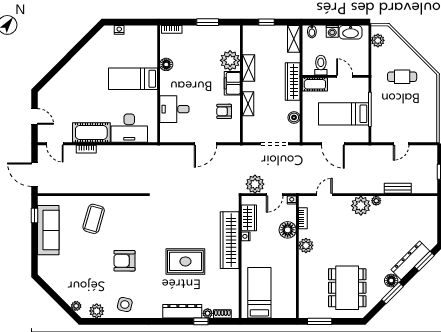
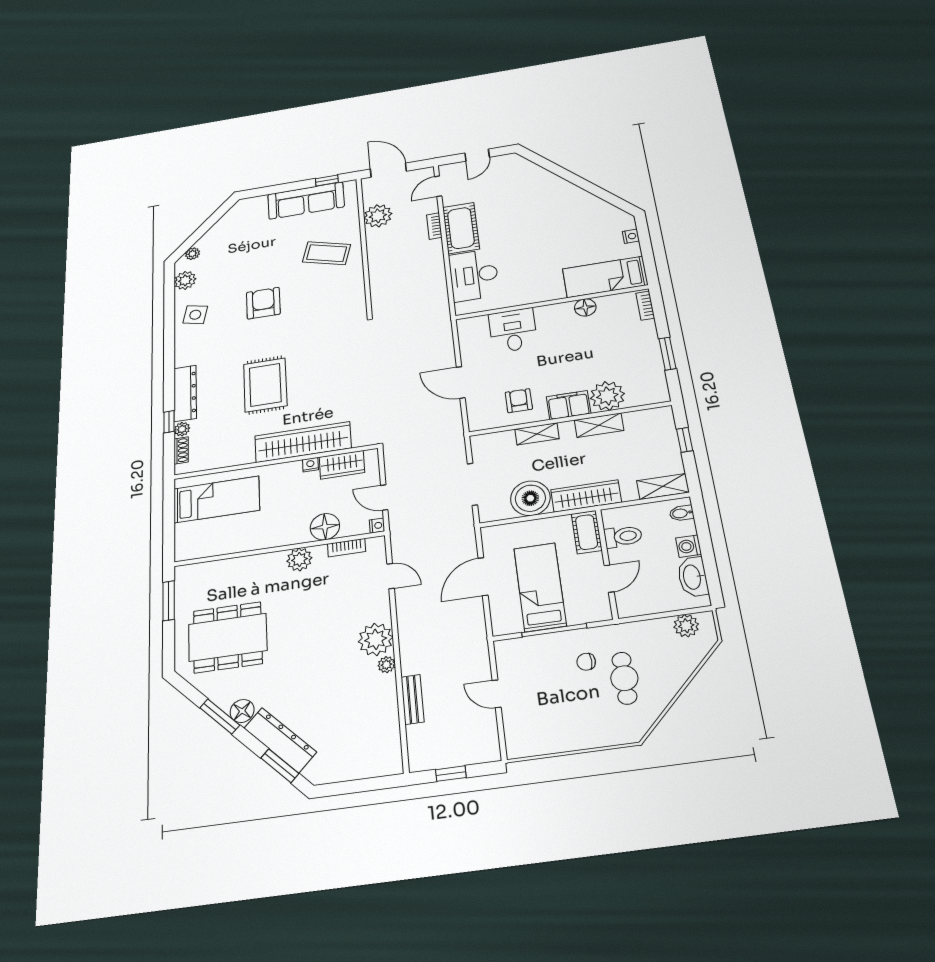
bed: (133, 79) -> (605, 277), moved, turned -90
chair: (390, 95) -> (586, 662), added
boiler: (294, 117) -> (530, 498), width x1.86, depth x1.86
door: (34, 175) -> (388, 170), hinge flipped
plant: (255, 184) -> (378, 216), moved

